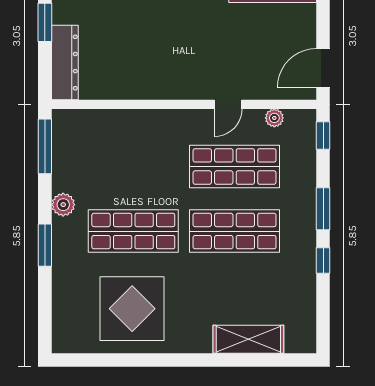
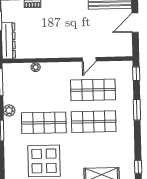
door: (323, 68) -> (135, 23), moved
plant: (274, 118) -> (36, 67), moved
window: (323, 261) -> (138, 167), moved

